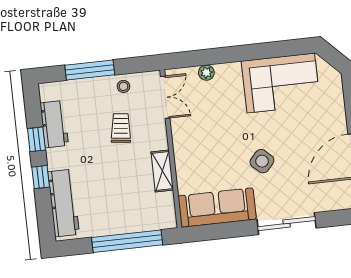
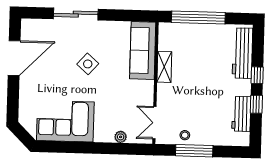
window: (90, 70) -> (194, 151), moved
trolley: (121, 128) -> (191, 104), removed
sofa: (217, 208) -> (143, 51), moved, turned 90

